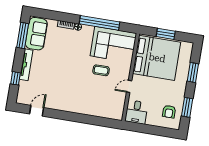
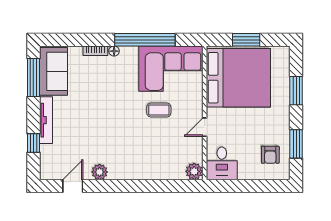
plant: (56, 104) -> (100, 172), added
plant: (117, 114) -> (194, 171), added

